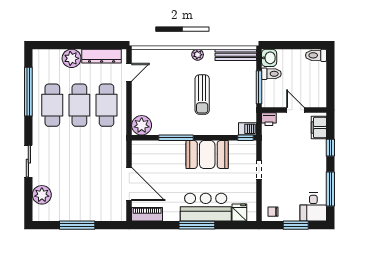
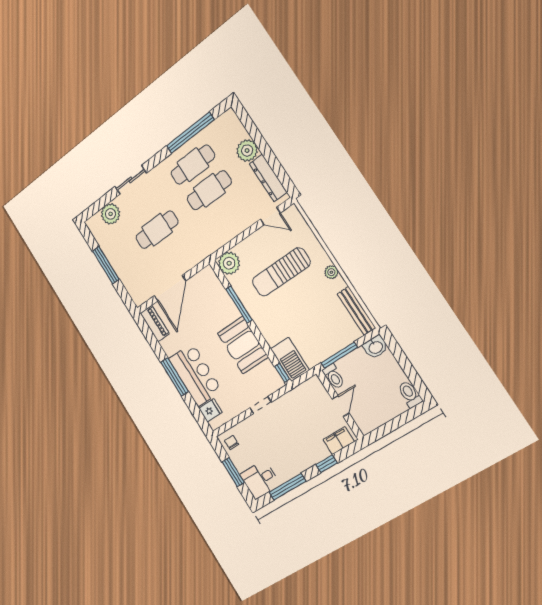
toilet: (271, 74) -> (334, 377), moved
sun lounger: (202, 95) -> (281, 272), moved, width x1.36, depth x1.34
cafe table: (107, 105) -> (157, 230), moved
printer: (269, 119) -> (315, 385), removed
barbecue: (247, 129) -> (290, 359), width x1.88, depth x1.53

